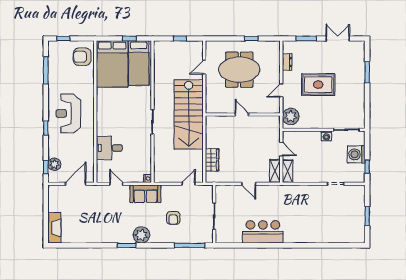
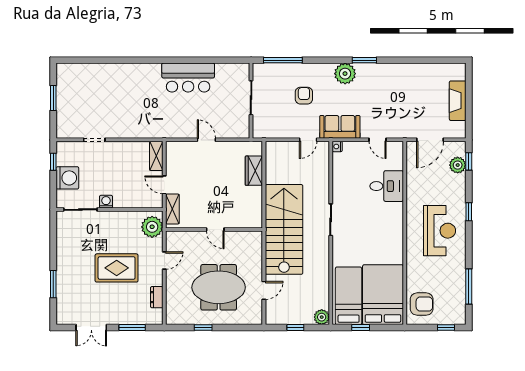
plant: (160, 47) -> (322, 317), added
shelving: (275, 171) -> (172, 209), moved
door: (189, 184) -> (308, 140), moved
fireplace: (54, 228) -> (458, 101), moved

